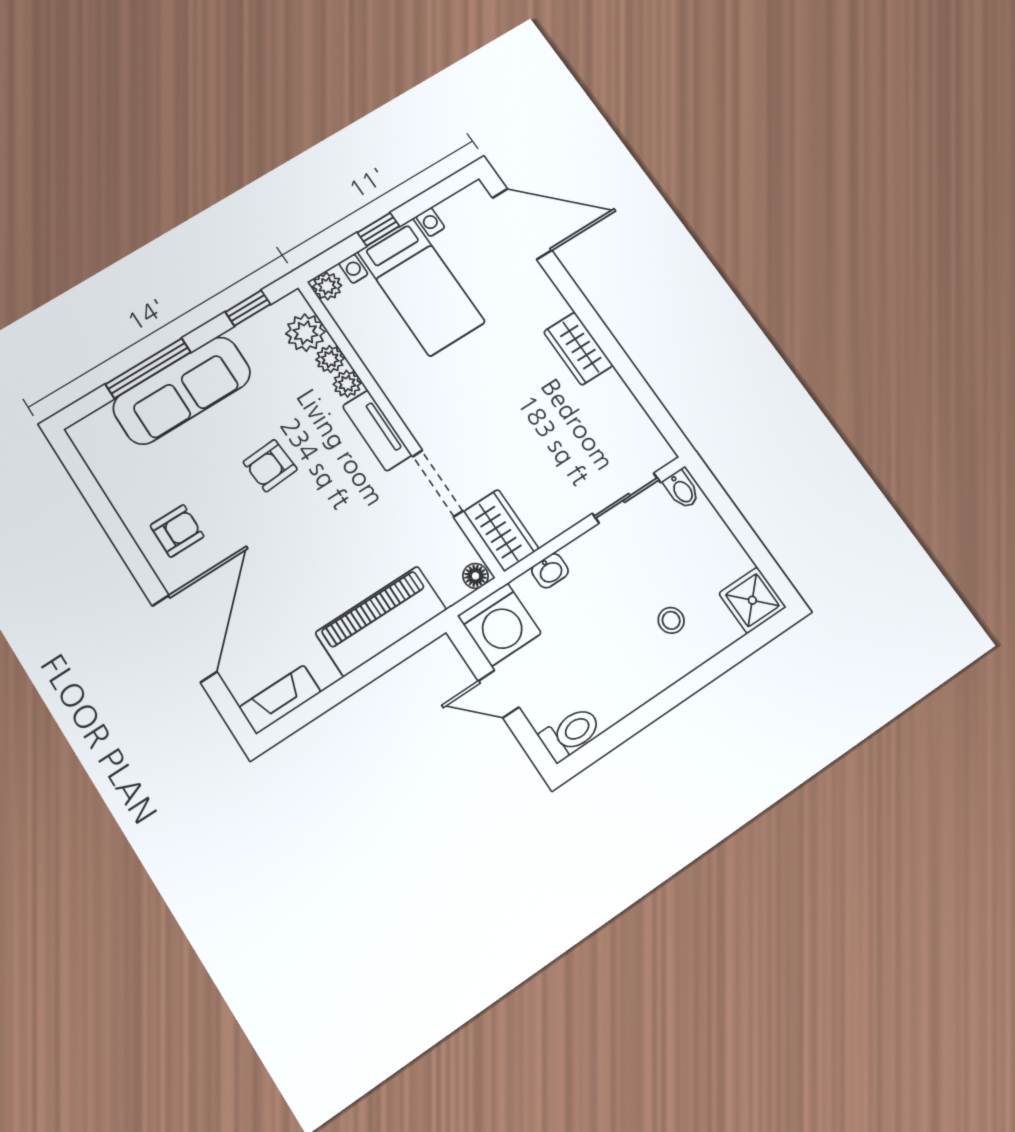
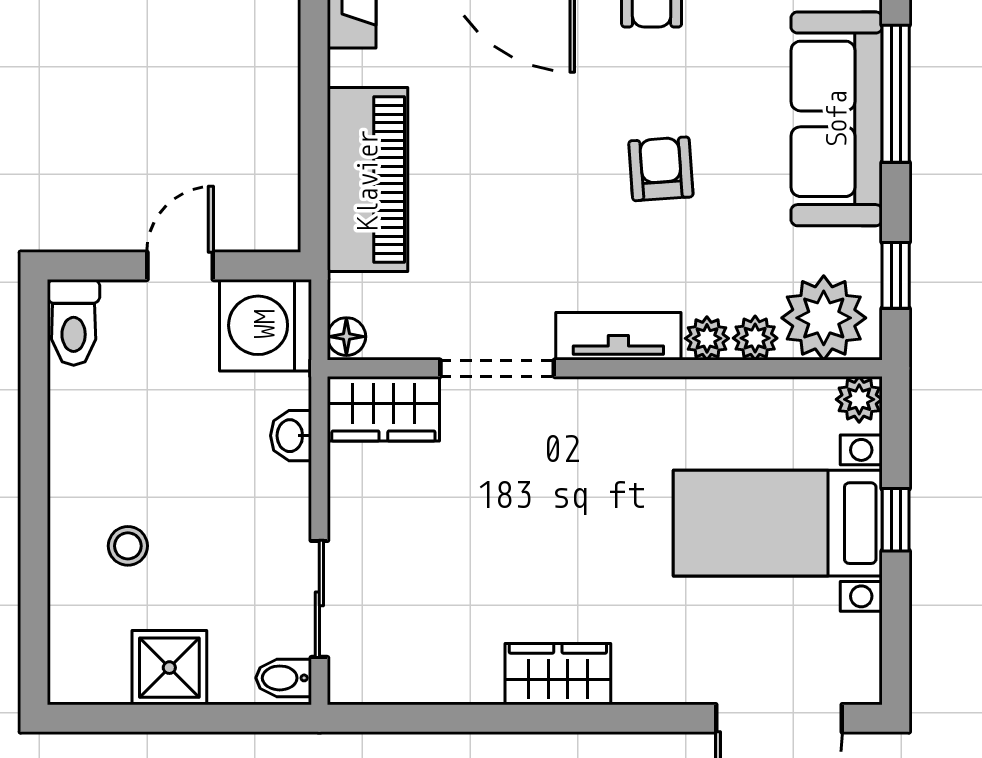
plant: (305, 333) -> (824, 318), width x1.36, depth x1.36
shower: (752, 600) -> (169, 668), moved

